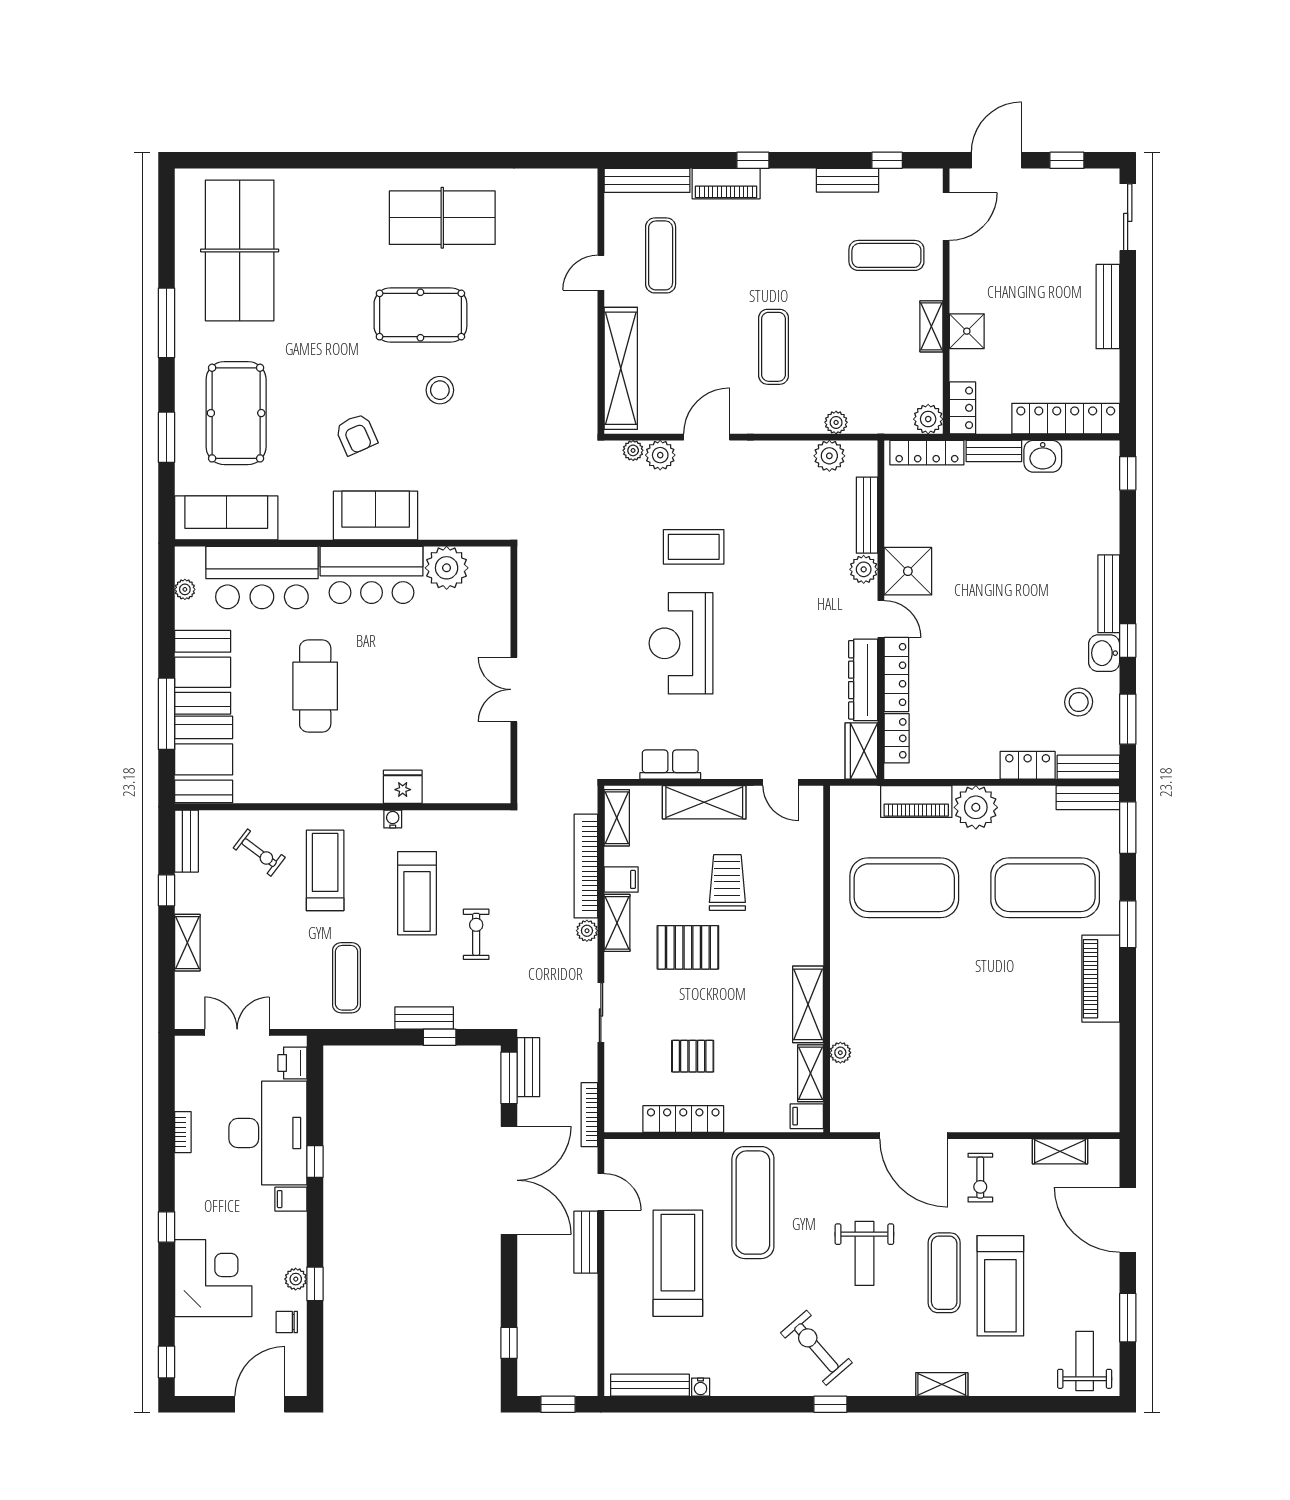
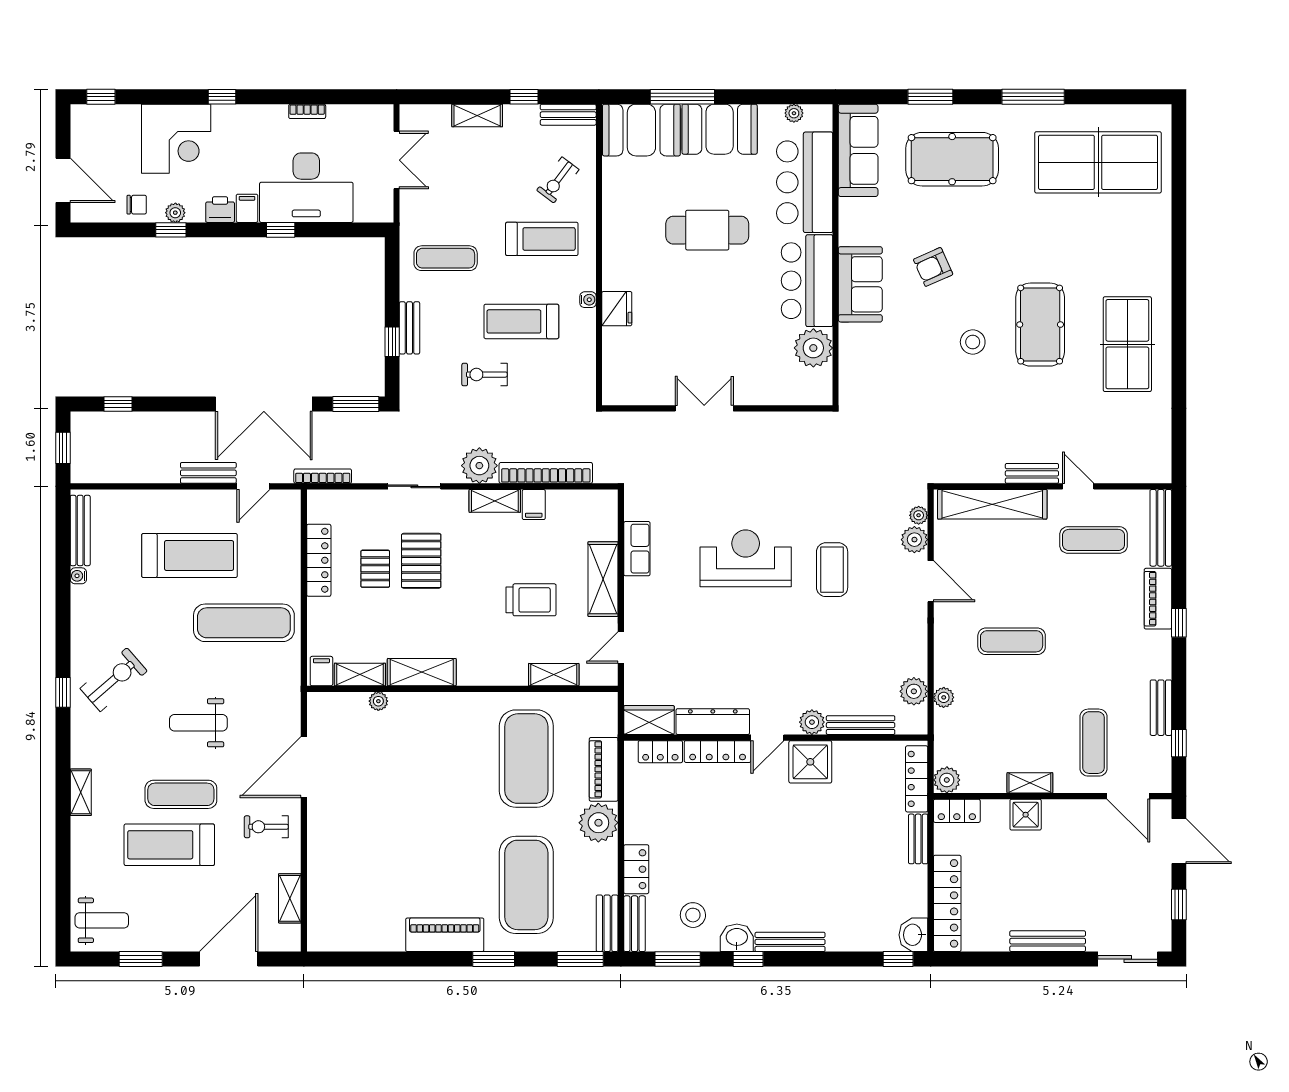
washbasin: (1043, 456) -> (913, 935), moved
shelving: (617, 818) -> (554, 675), moved
plant: (587, 931) -> (479, 466), width x1.88, depth x1.88
exercise bike: (476, 934) -> (485, 375), turned 180
pallet: (688, 947) -> (421, 561), moved
printer: (292, 1063) -> (220, 210), moved
bench: (528, 1067) -> (1032, 473), moved
chair: (287, 1322) -> (137, 205), turned 90

